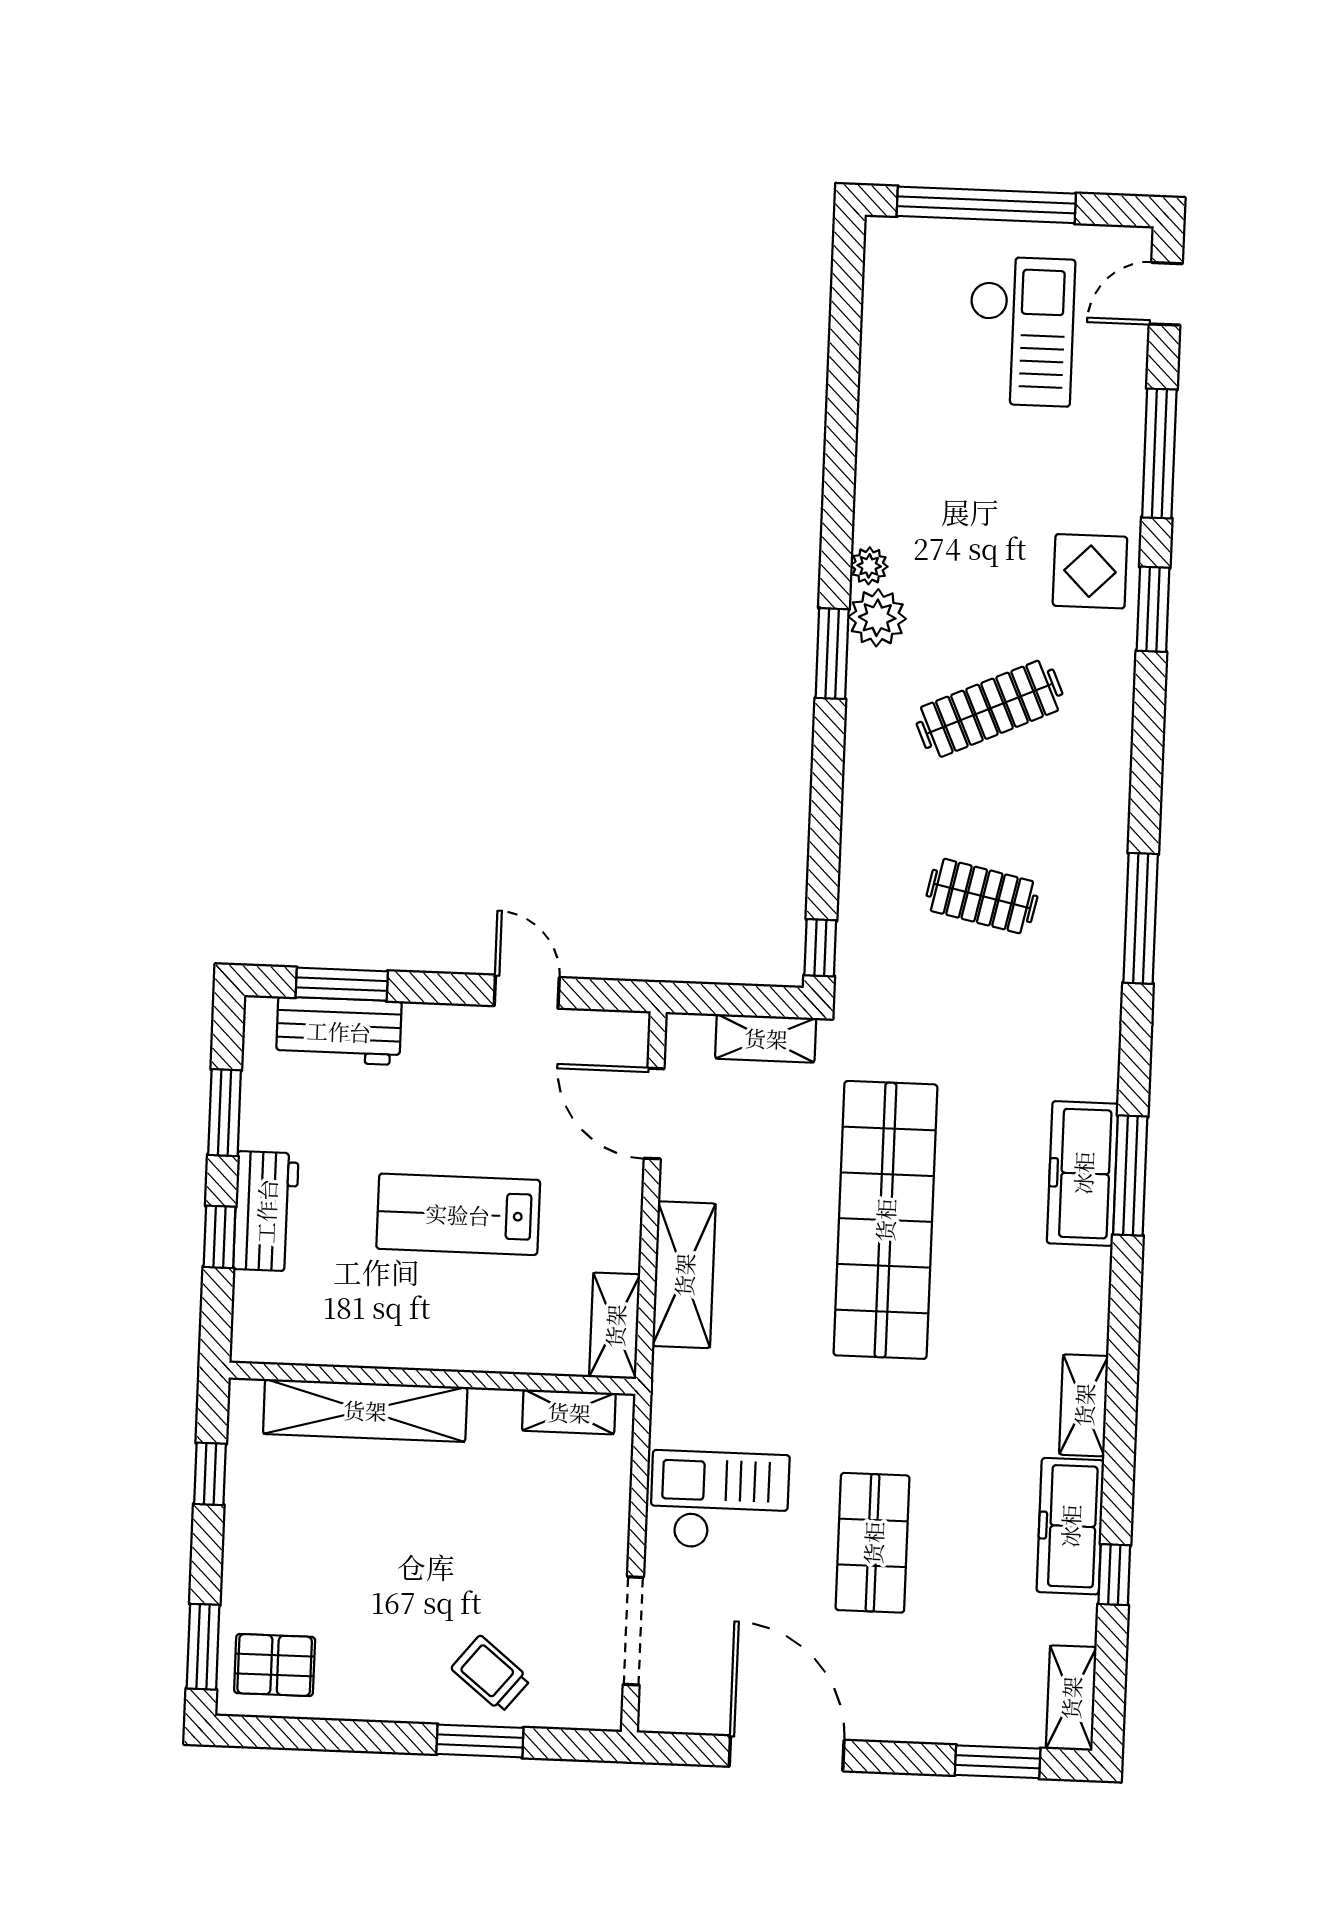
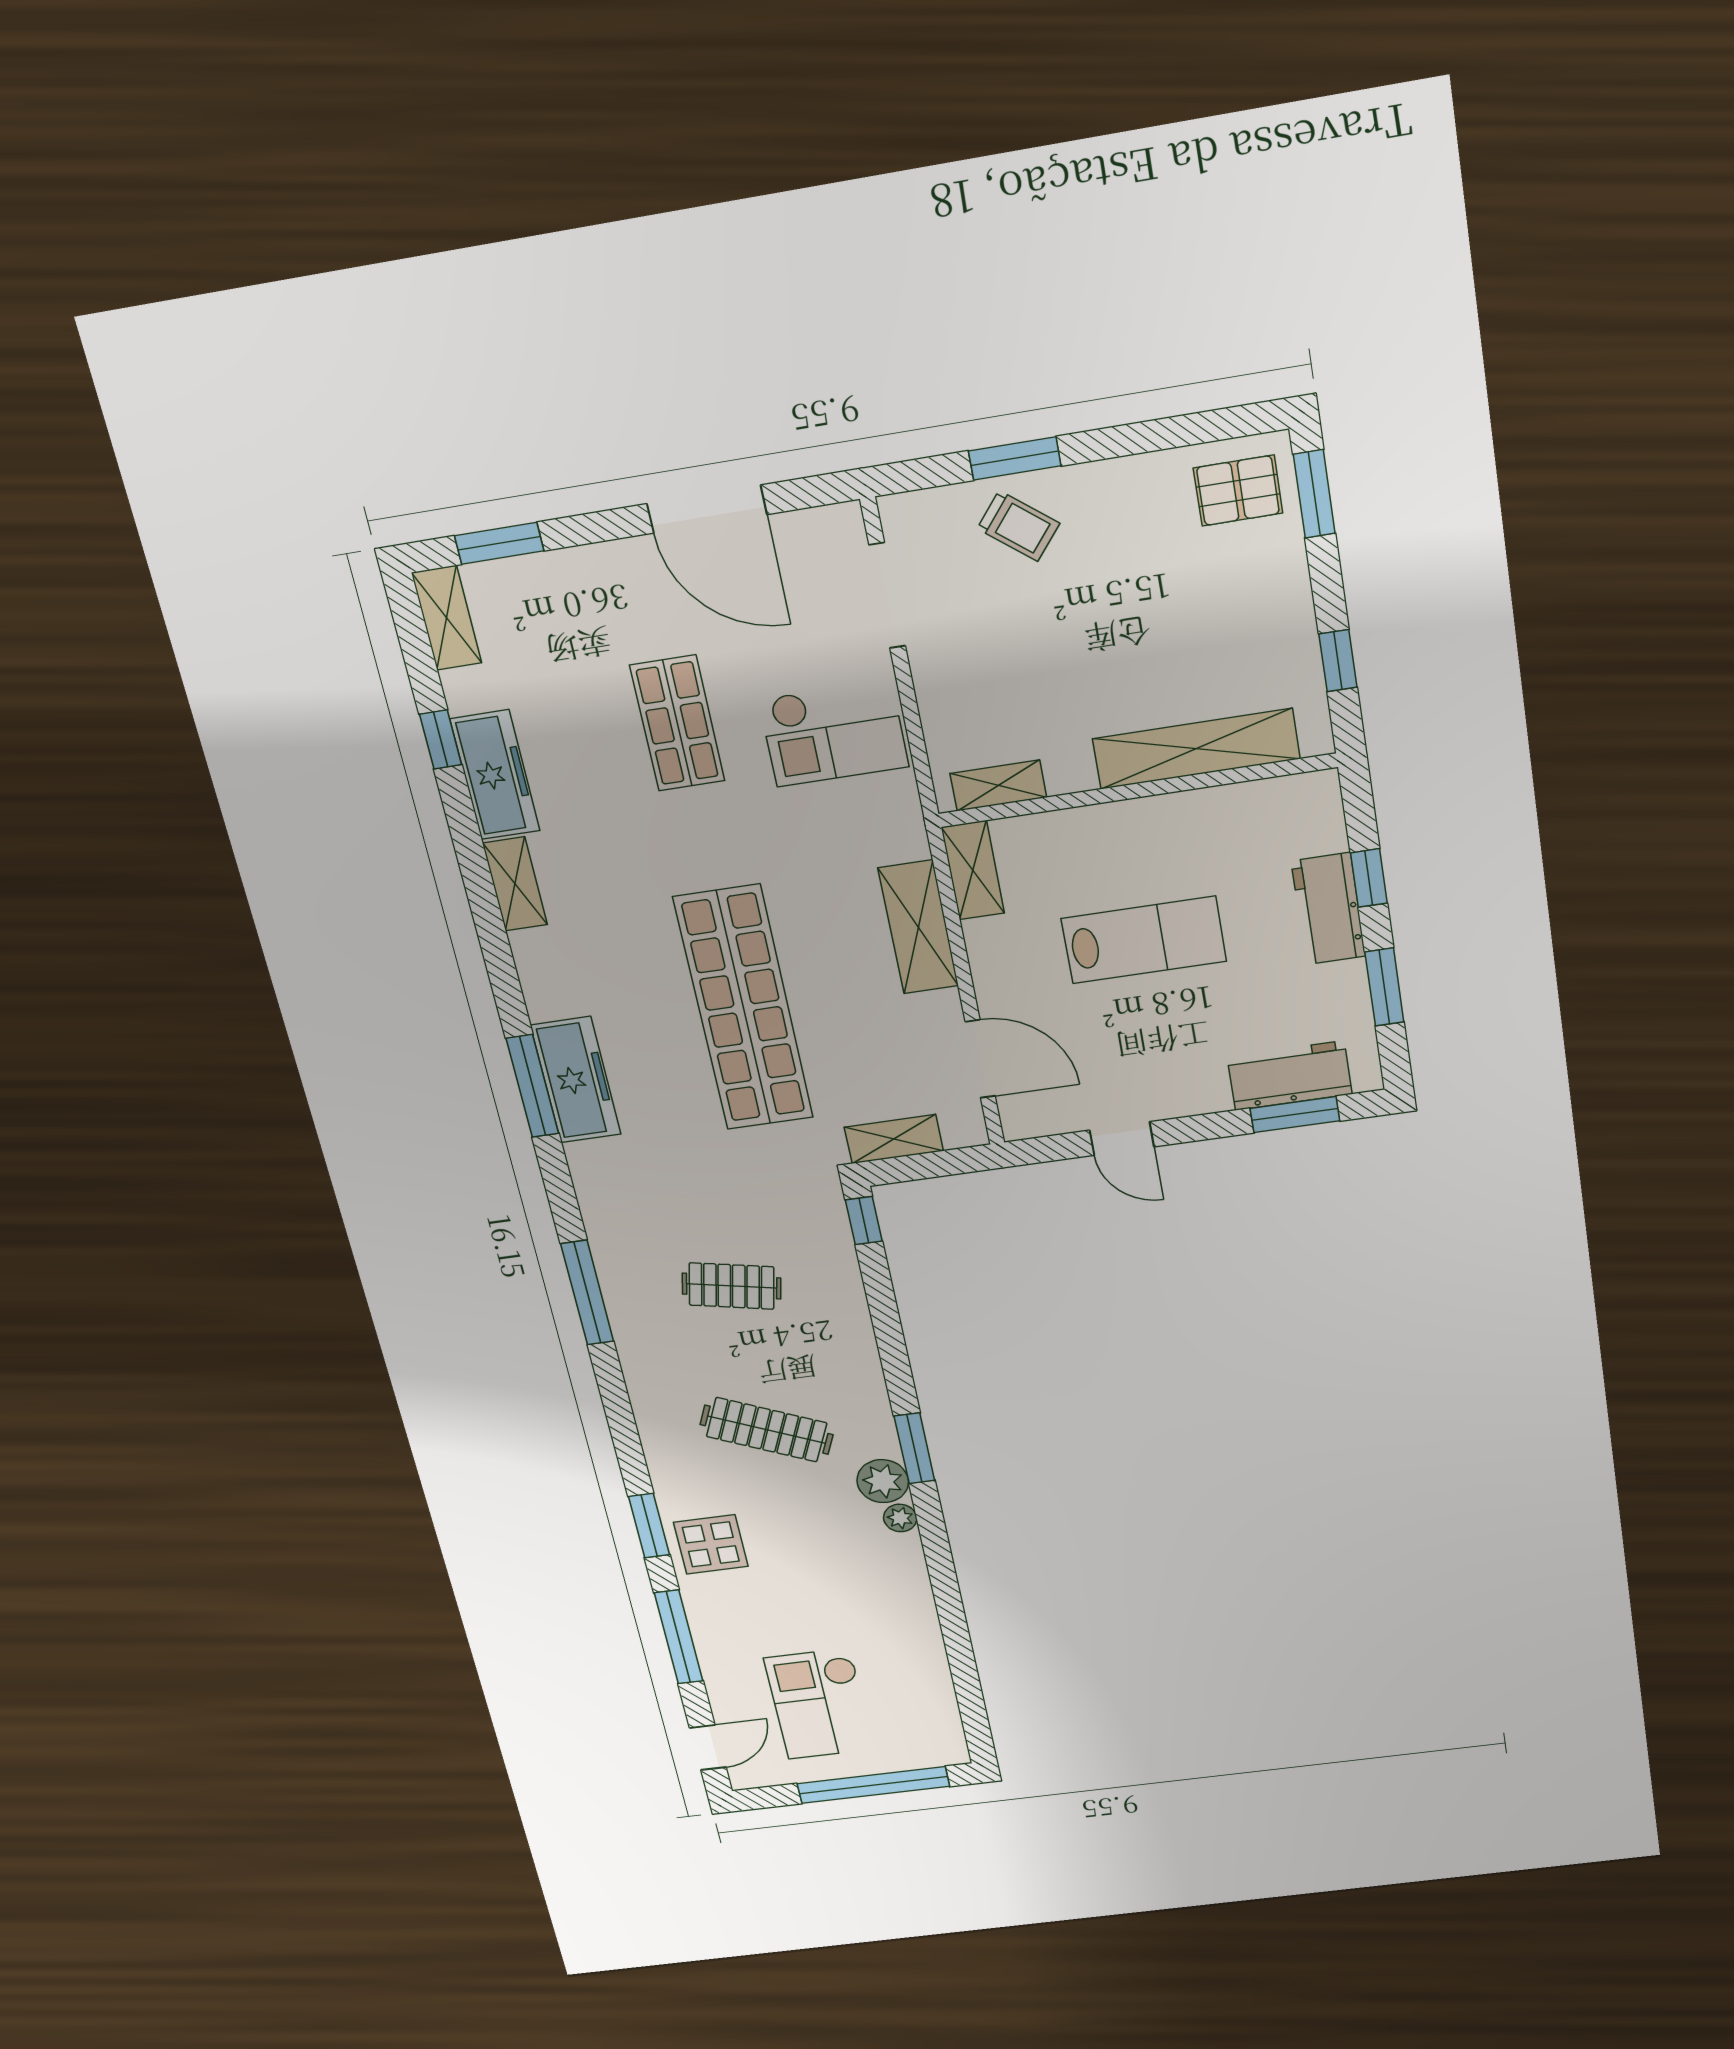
clothes rail: (989, 709) -> (767, 1430), turned 48

